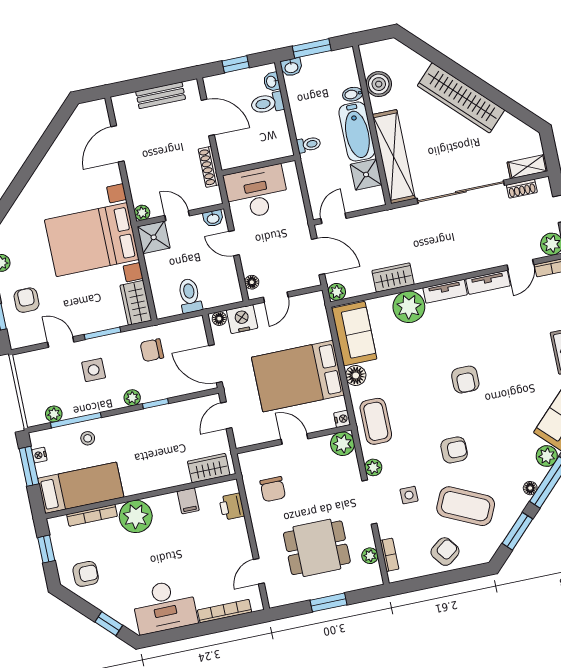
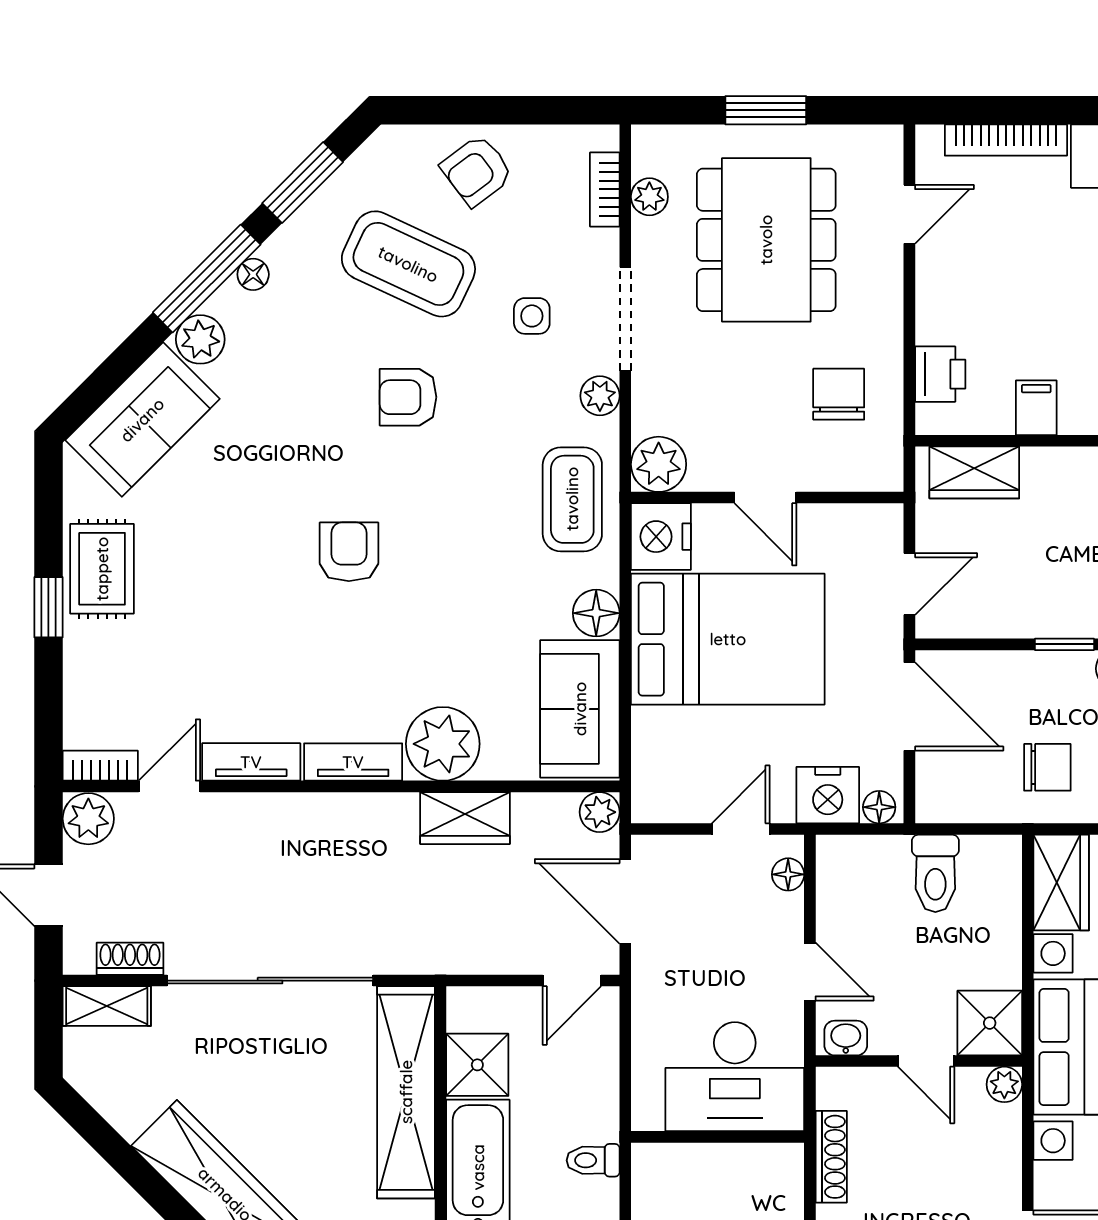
nightstand: (342, 419) -> (661, 537), width x1.89, depth x1.79
dining table: (317, 548) -> (766, 240), width x1.38

